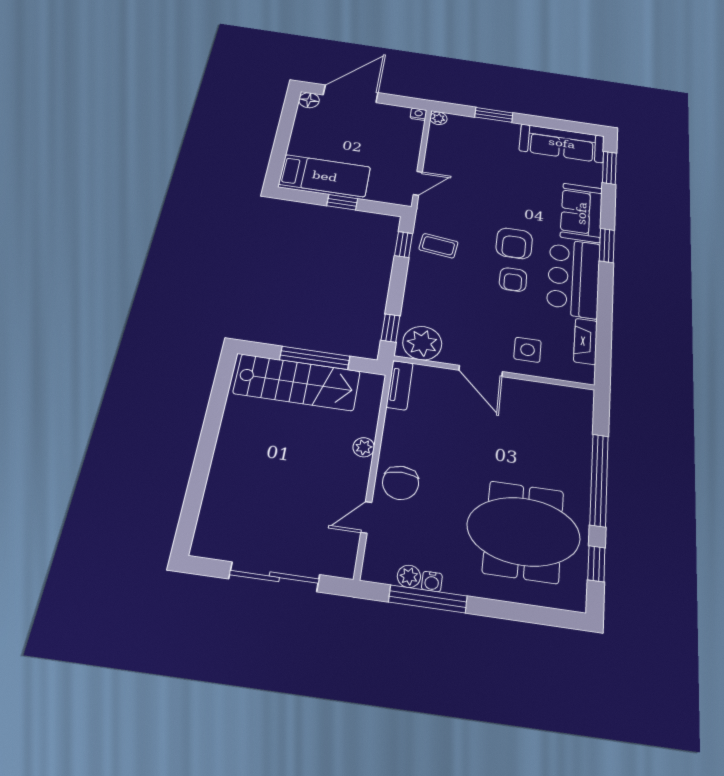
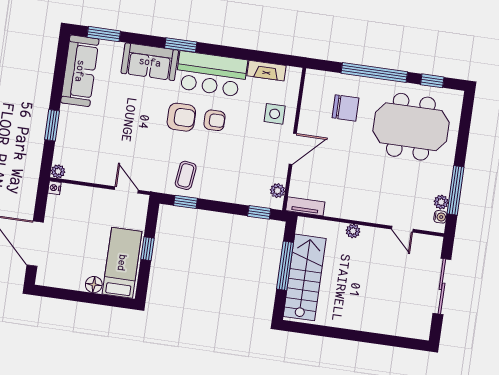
floor lamp: (309, 100) -> (94, 285), moved
plant: (422, 343) -> (278, 191), width x0.53, depth x0.53
chair: (401, 483) -> (346, 108), moved
meeting table: (524, 531) -> (411, 127), turned 90
water cooler: (432, 582) -> (440, 217), moved

